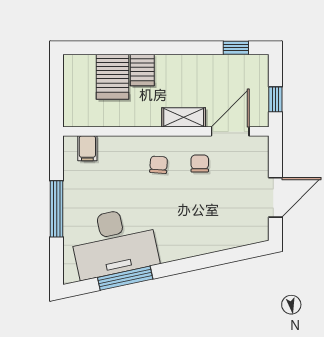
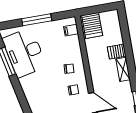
server rack: (113, 77) -> (92, 25), moved, turned -90
shelving: (184, 117) -> (123, 69), moved

